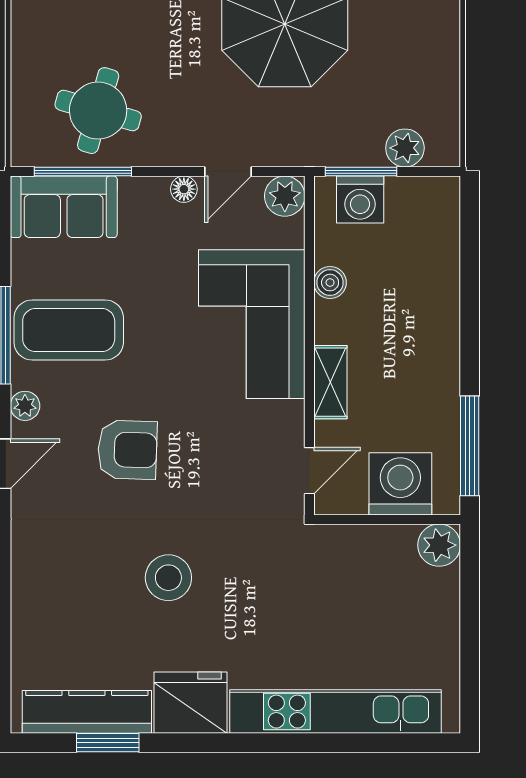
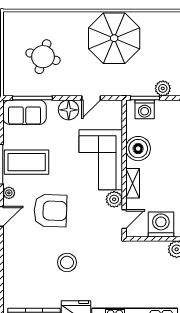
round table: (98, 111) -> (43, 57), moved
floor lamp: (184, 189) -> (69, 110), width x1.89, depth x1.89
plant: (285, 196) -> (114, 199), moved
boiler: (330, 283) -> (138, 149), width x1.86, depth x1.86
armchair: (127, 450) -> (50, 211), width x1.36, depth x1.36

